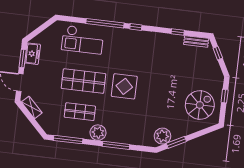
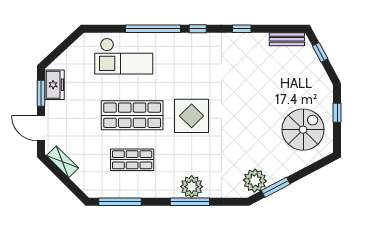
window: (178, 32) -> (242, 29), moved
plant: (98, 133) -> (192, 187), moved

